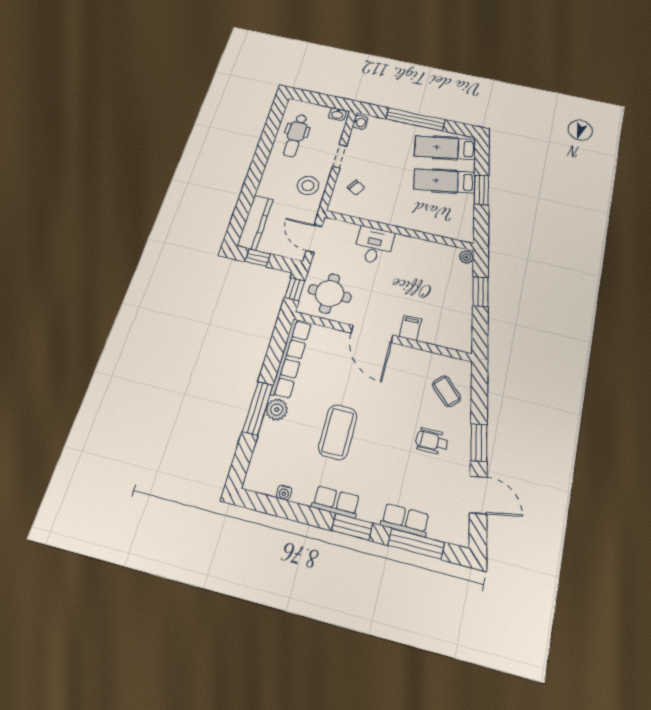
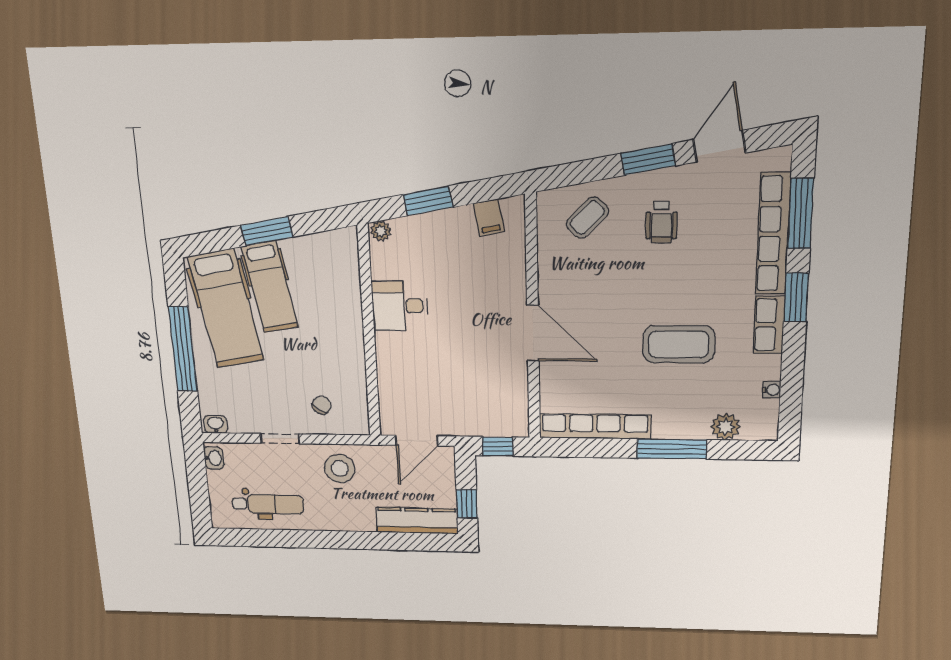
hospital bed: (445, 148) -> (226, 309), width x1.37, depth x1.29
desk: (374, 245) -> (400, 306), moved
round table: (330, 293) -> (491, 401), removed
filing cabinet: (410, 328) -> (489, 217), moved, turned -100
door: (372, 334) -> (533, 333), hinge flipped
plant: (277, 410) -> (725, 427), moved
row of seats: (405, 520) -> (773, 234), width x2.02

